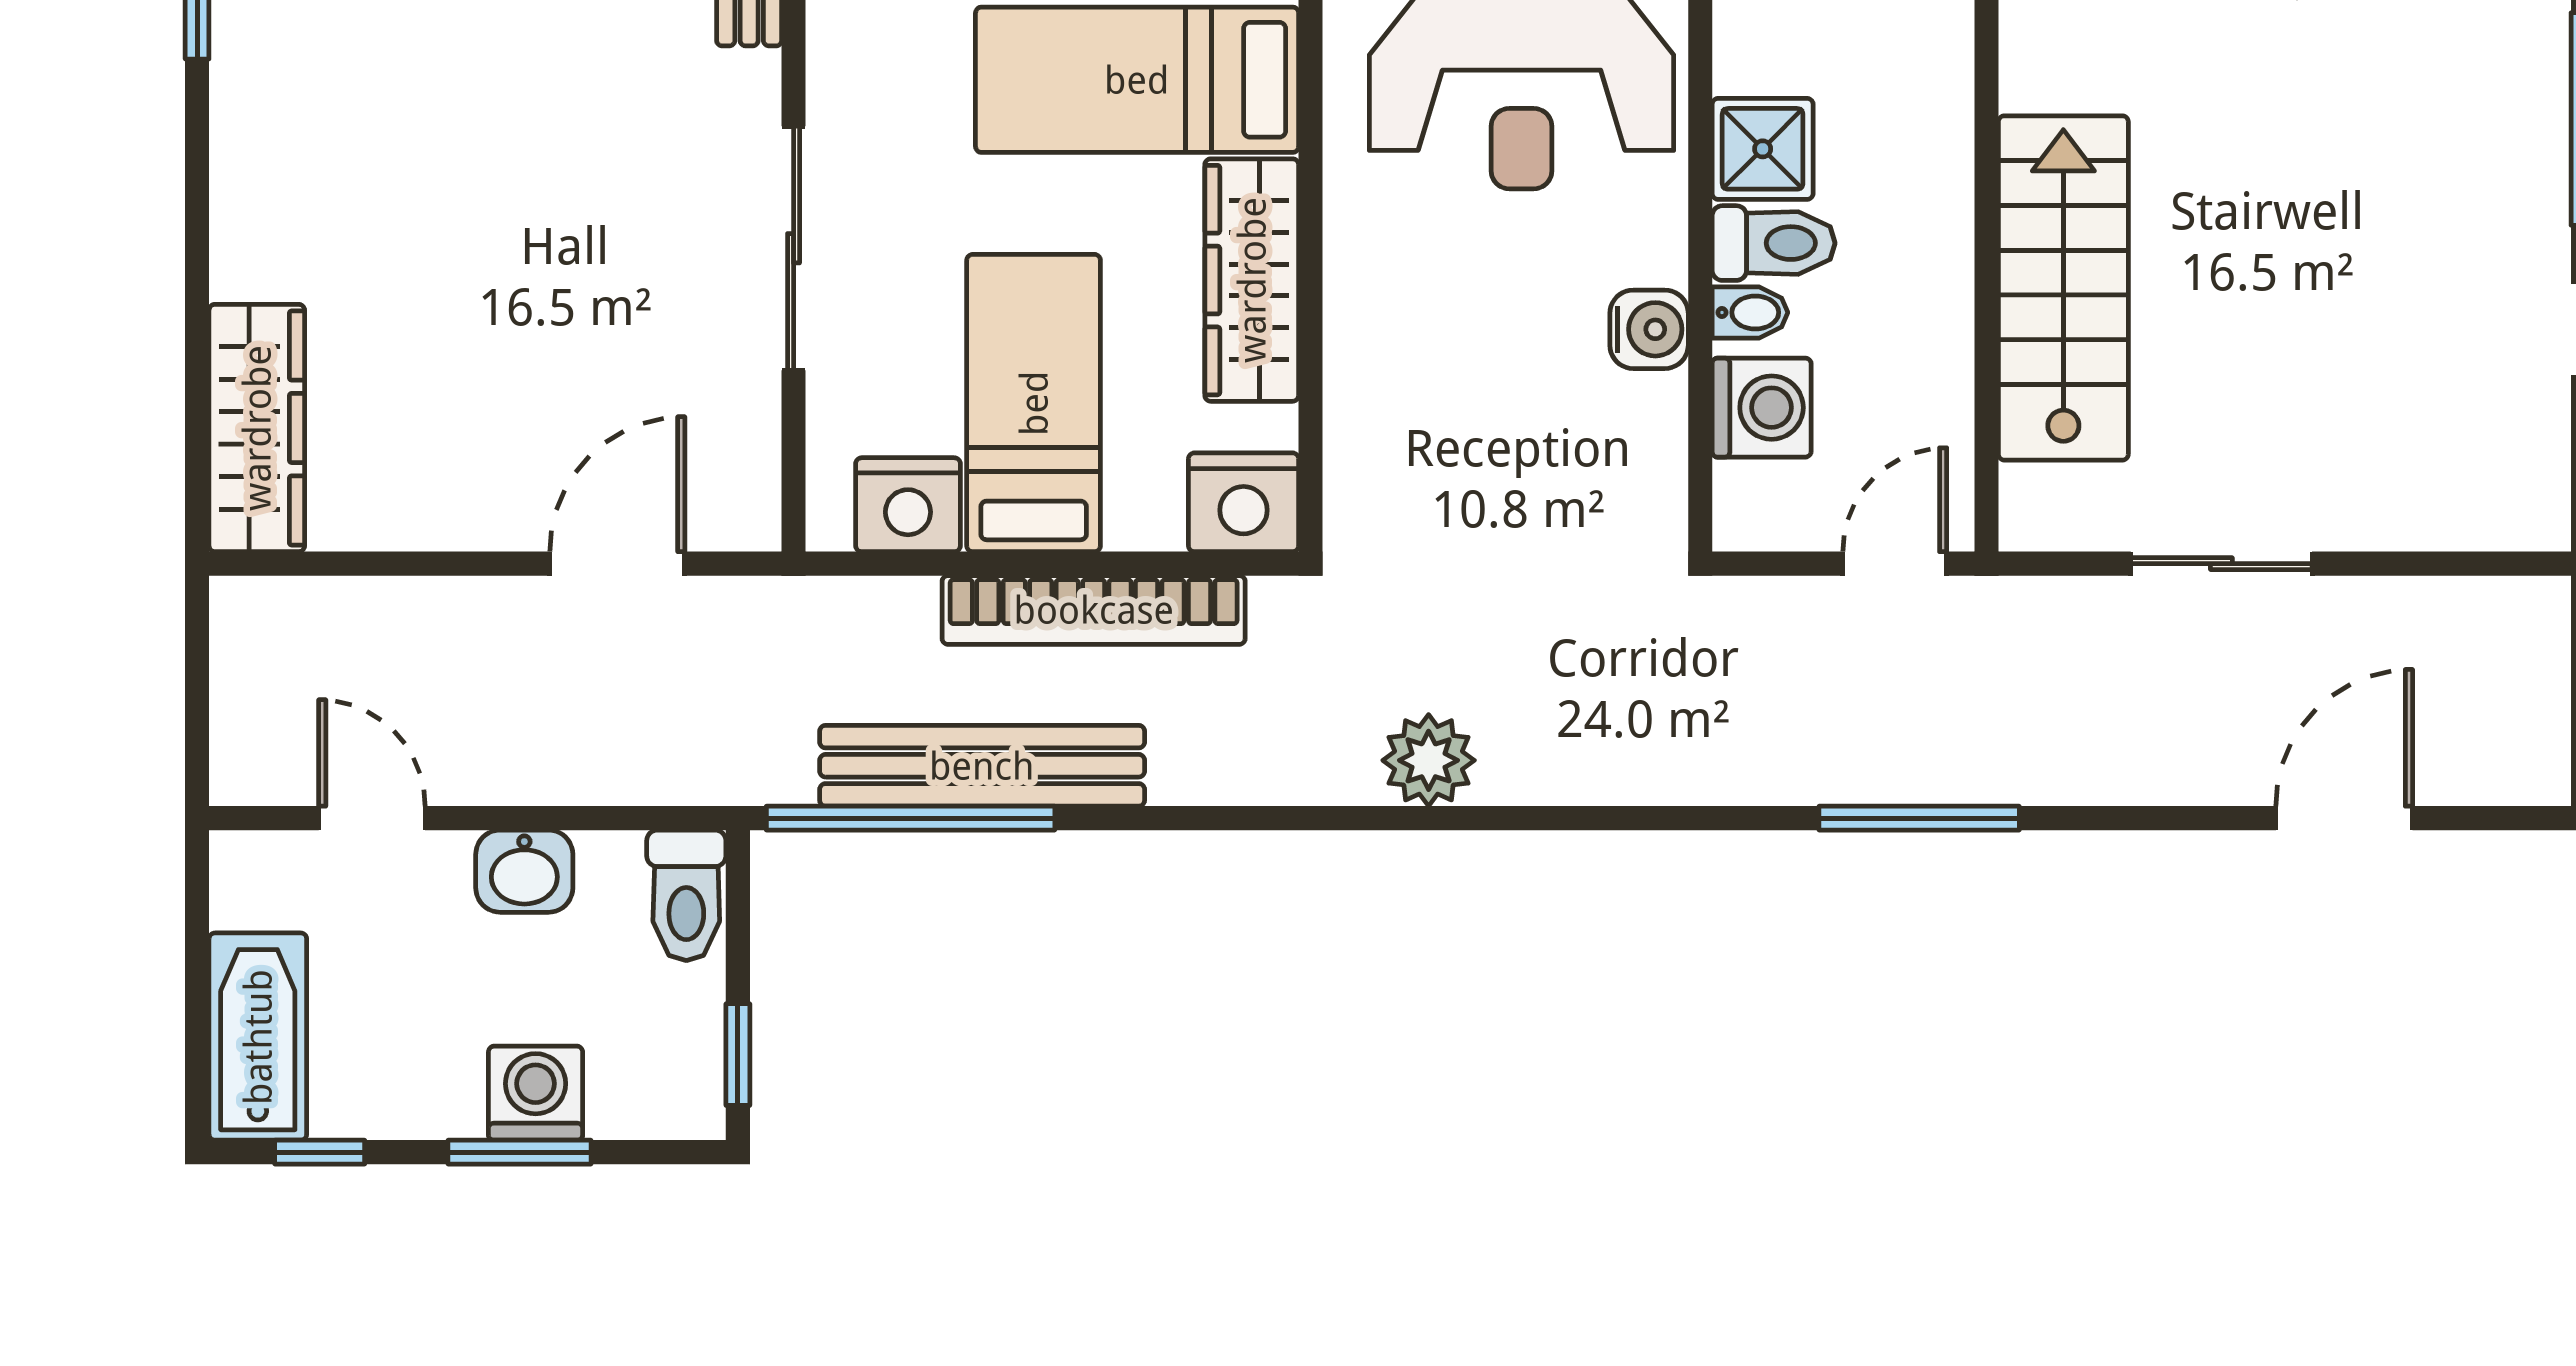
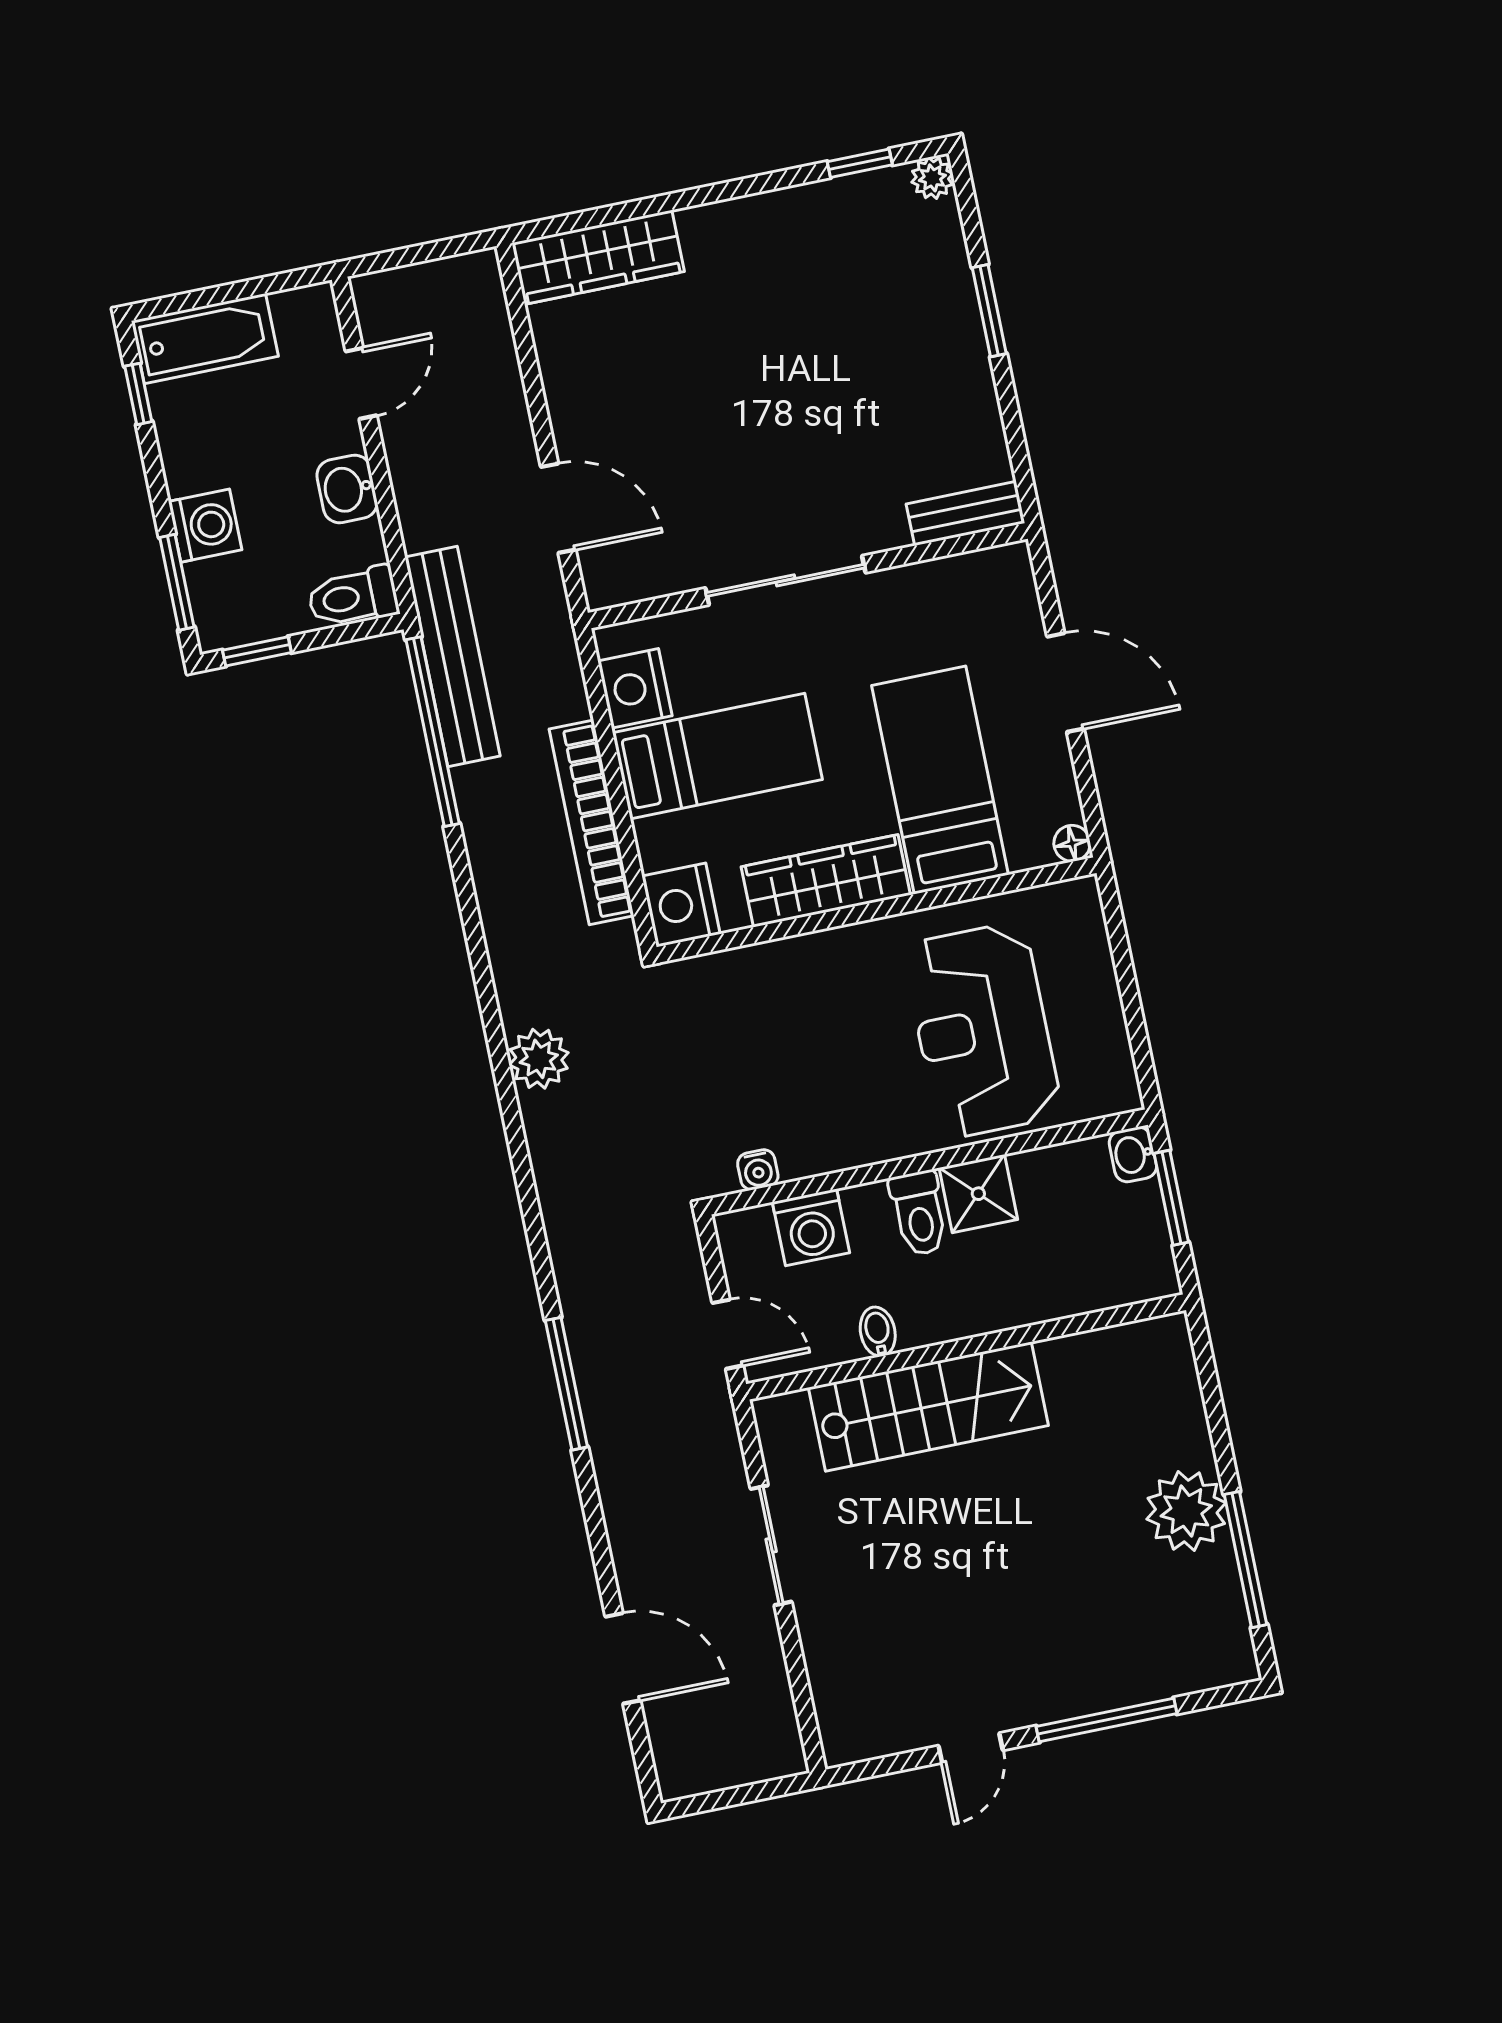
bidet: (1750, 312) -> (878, 1332), moved, turned 180
water cooler: (1649, 329) -> (758, 1170), moved, width x0.72, depth x0.72
bench: (982, 766) -> (452, 657), moved
window: (519, 1152) -> (177, 582), moved

